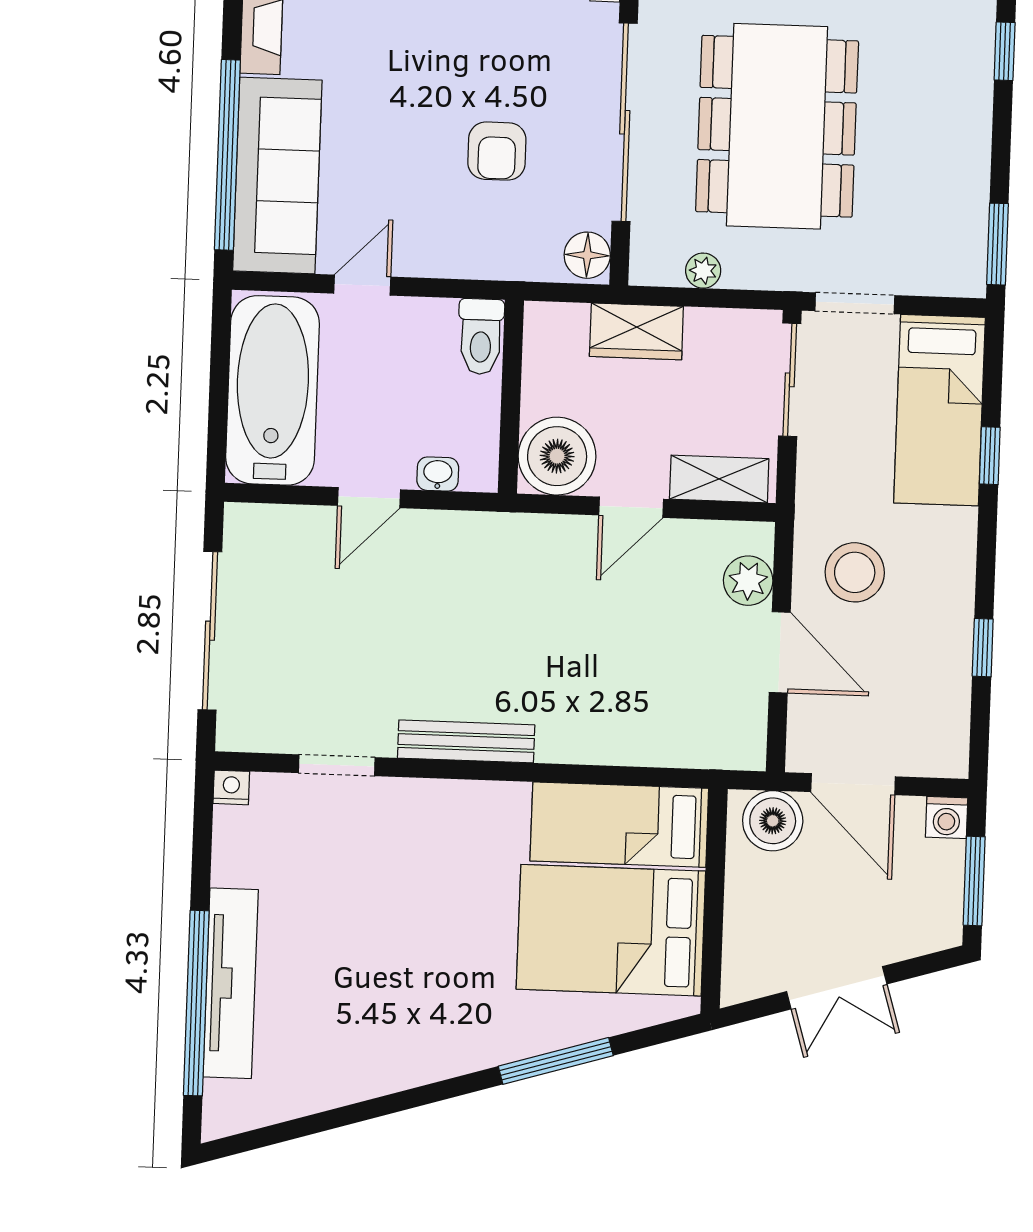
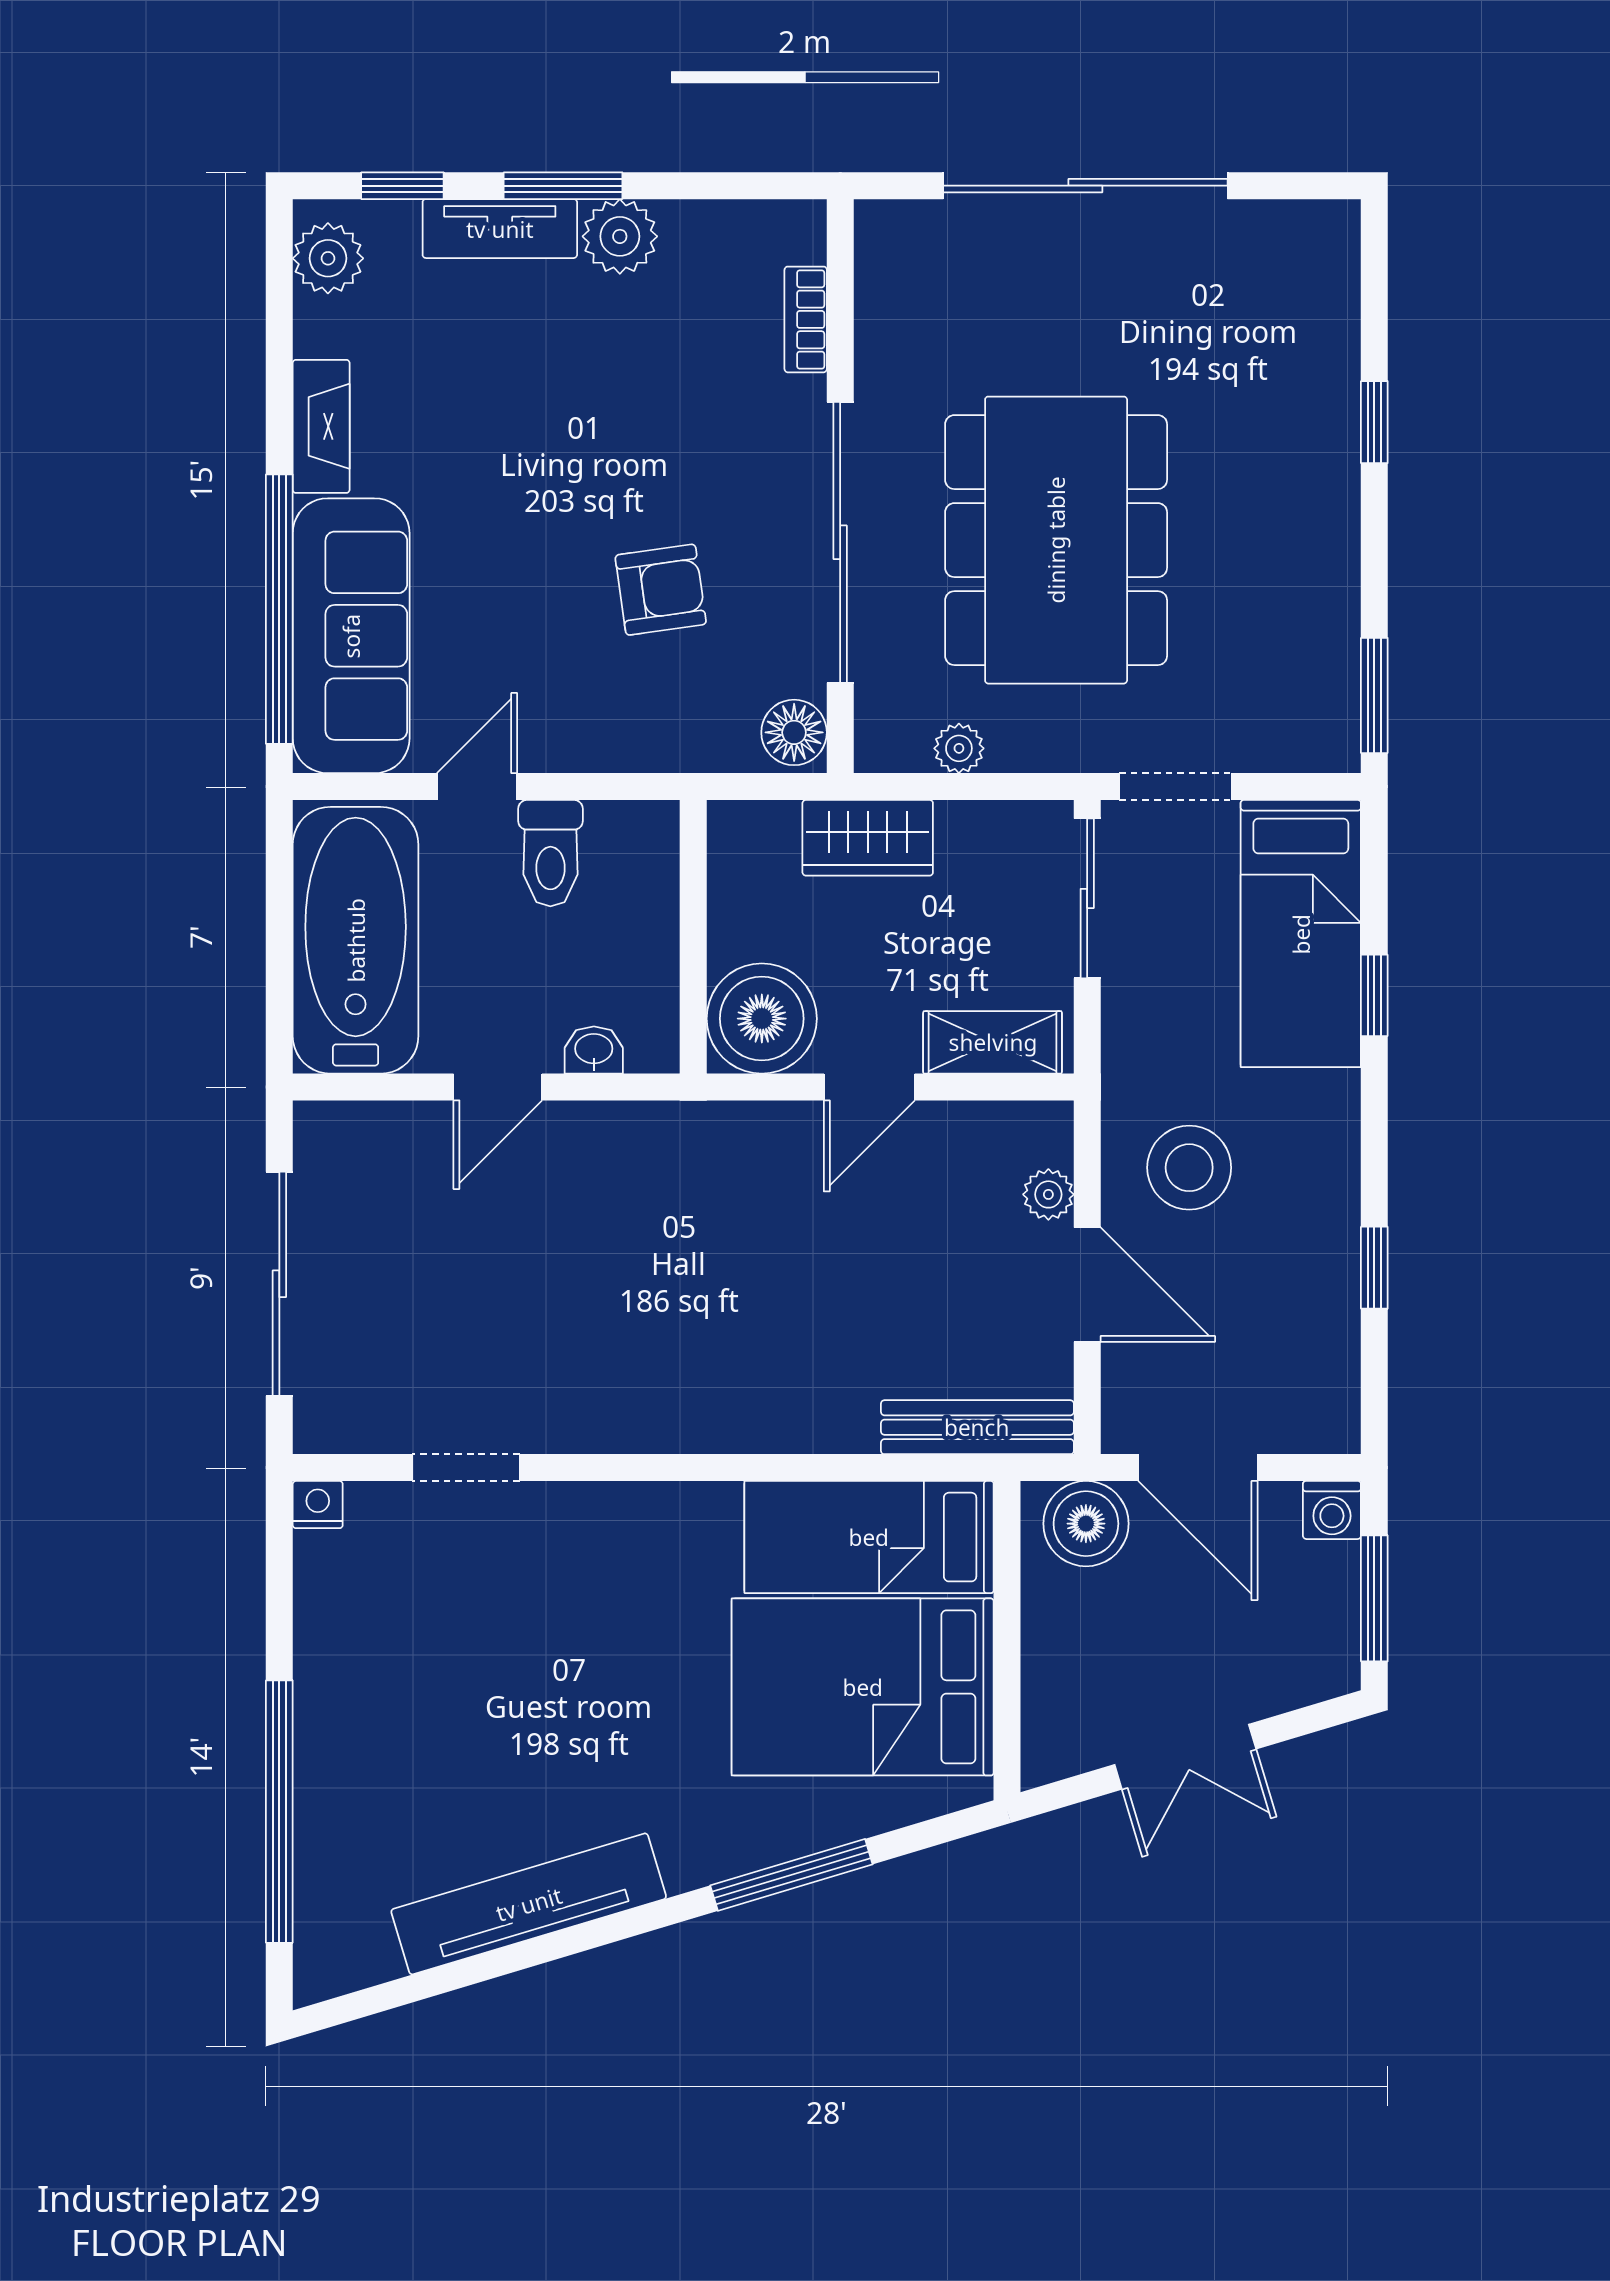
armchair: (497, 151) -> (661, 590), turned -98
toilet: (481, 336) -> (550, 853), moved
plant: (748, 581) -> (1048, 1194), width x0.73, depth x0.73
bench: (466, 741) -> (977, 1427), moved
tv unit: (231, 983) -> (529, 1904), moved, turned -107

